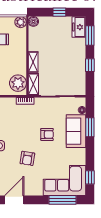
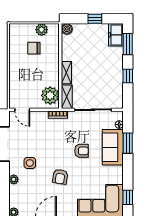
plant: (21, 22) -> (42, 30), moved

